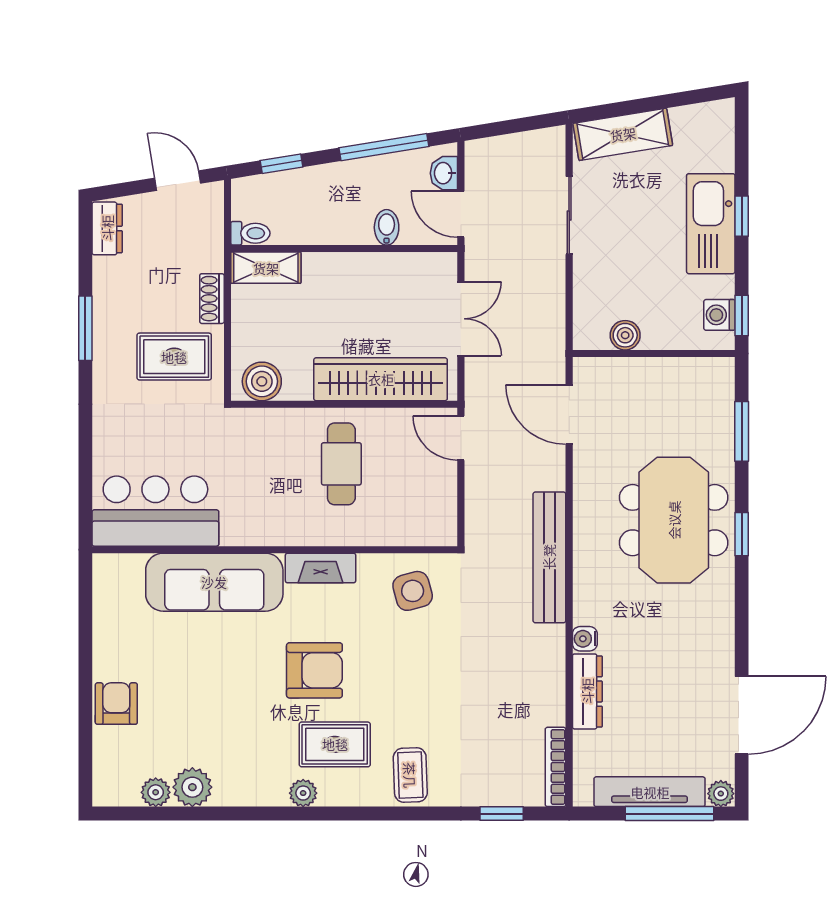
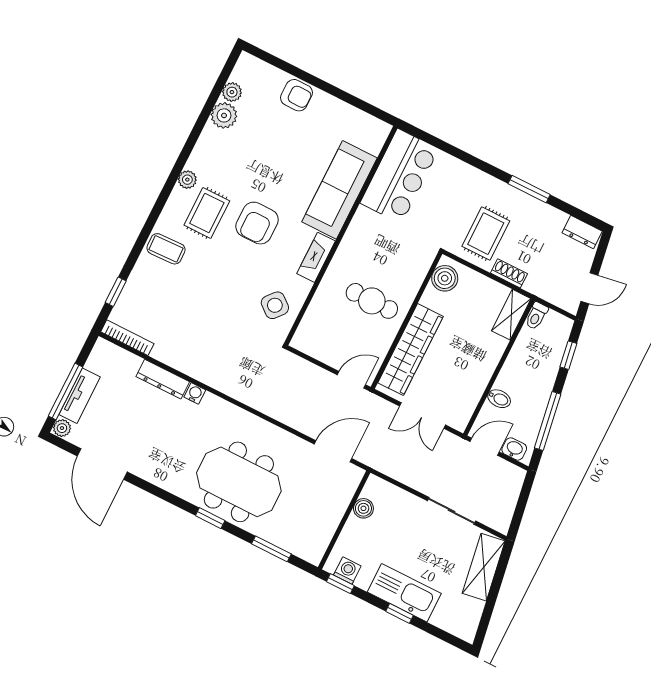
bench: (549, 557) -> (254, 397), removed
side table: (413, 591) -> (275, 305), turned -35
tv unit: (650, 792) -> (80, 396), width x0.71

